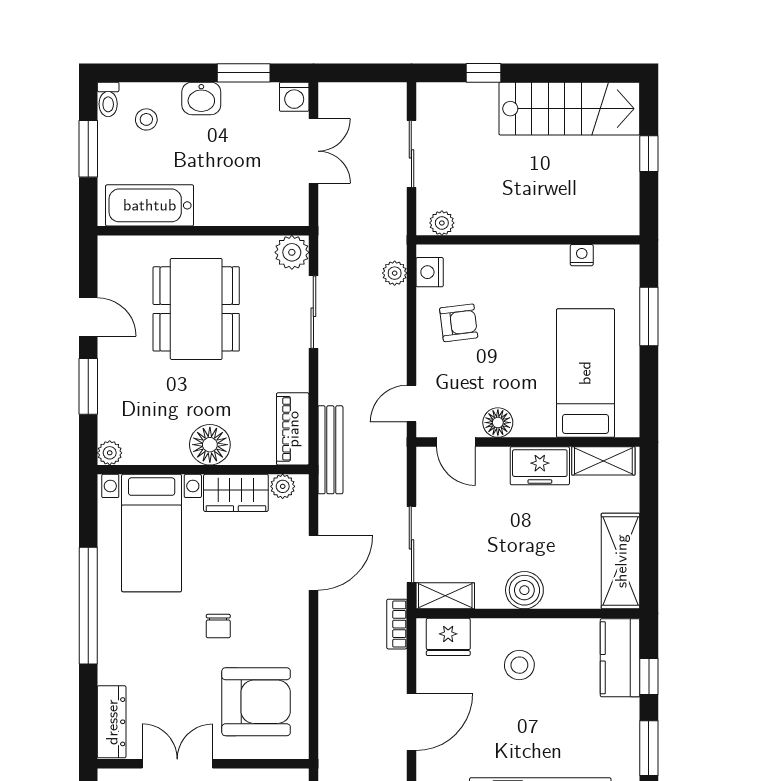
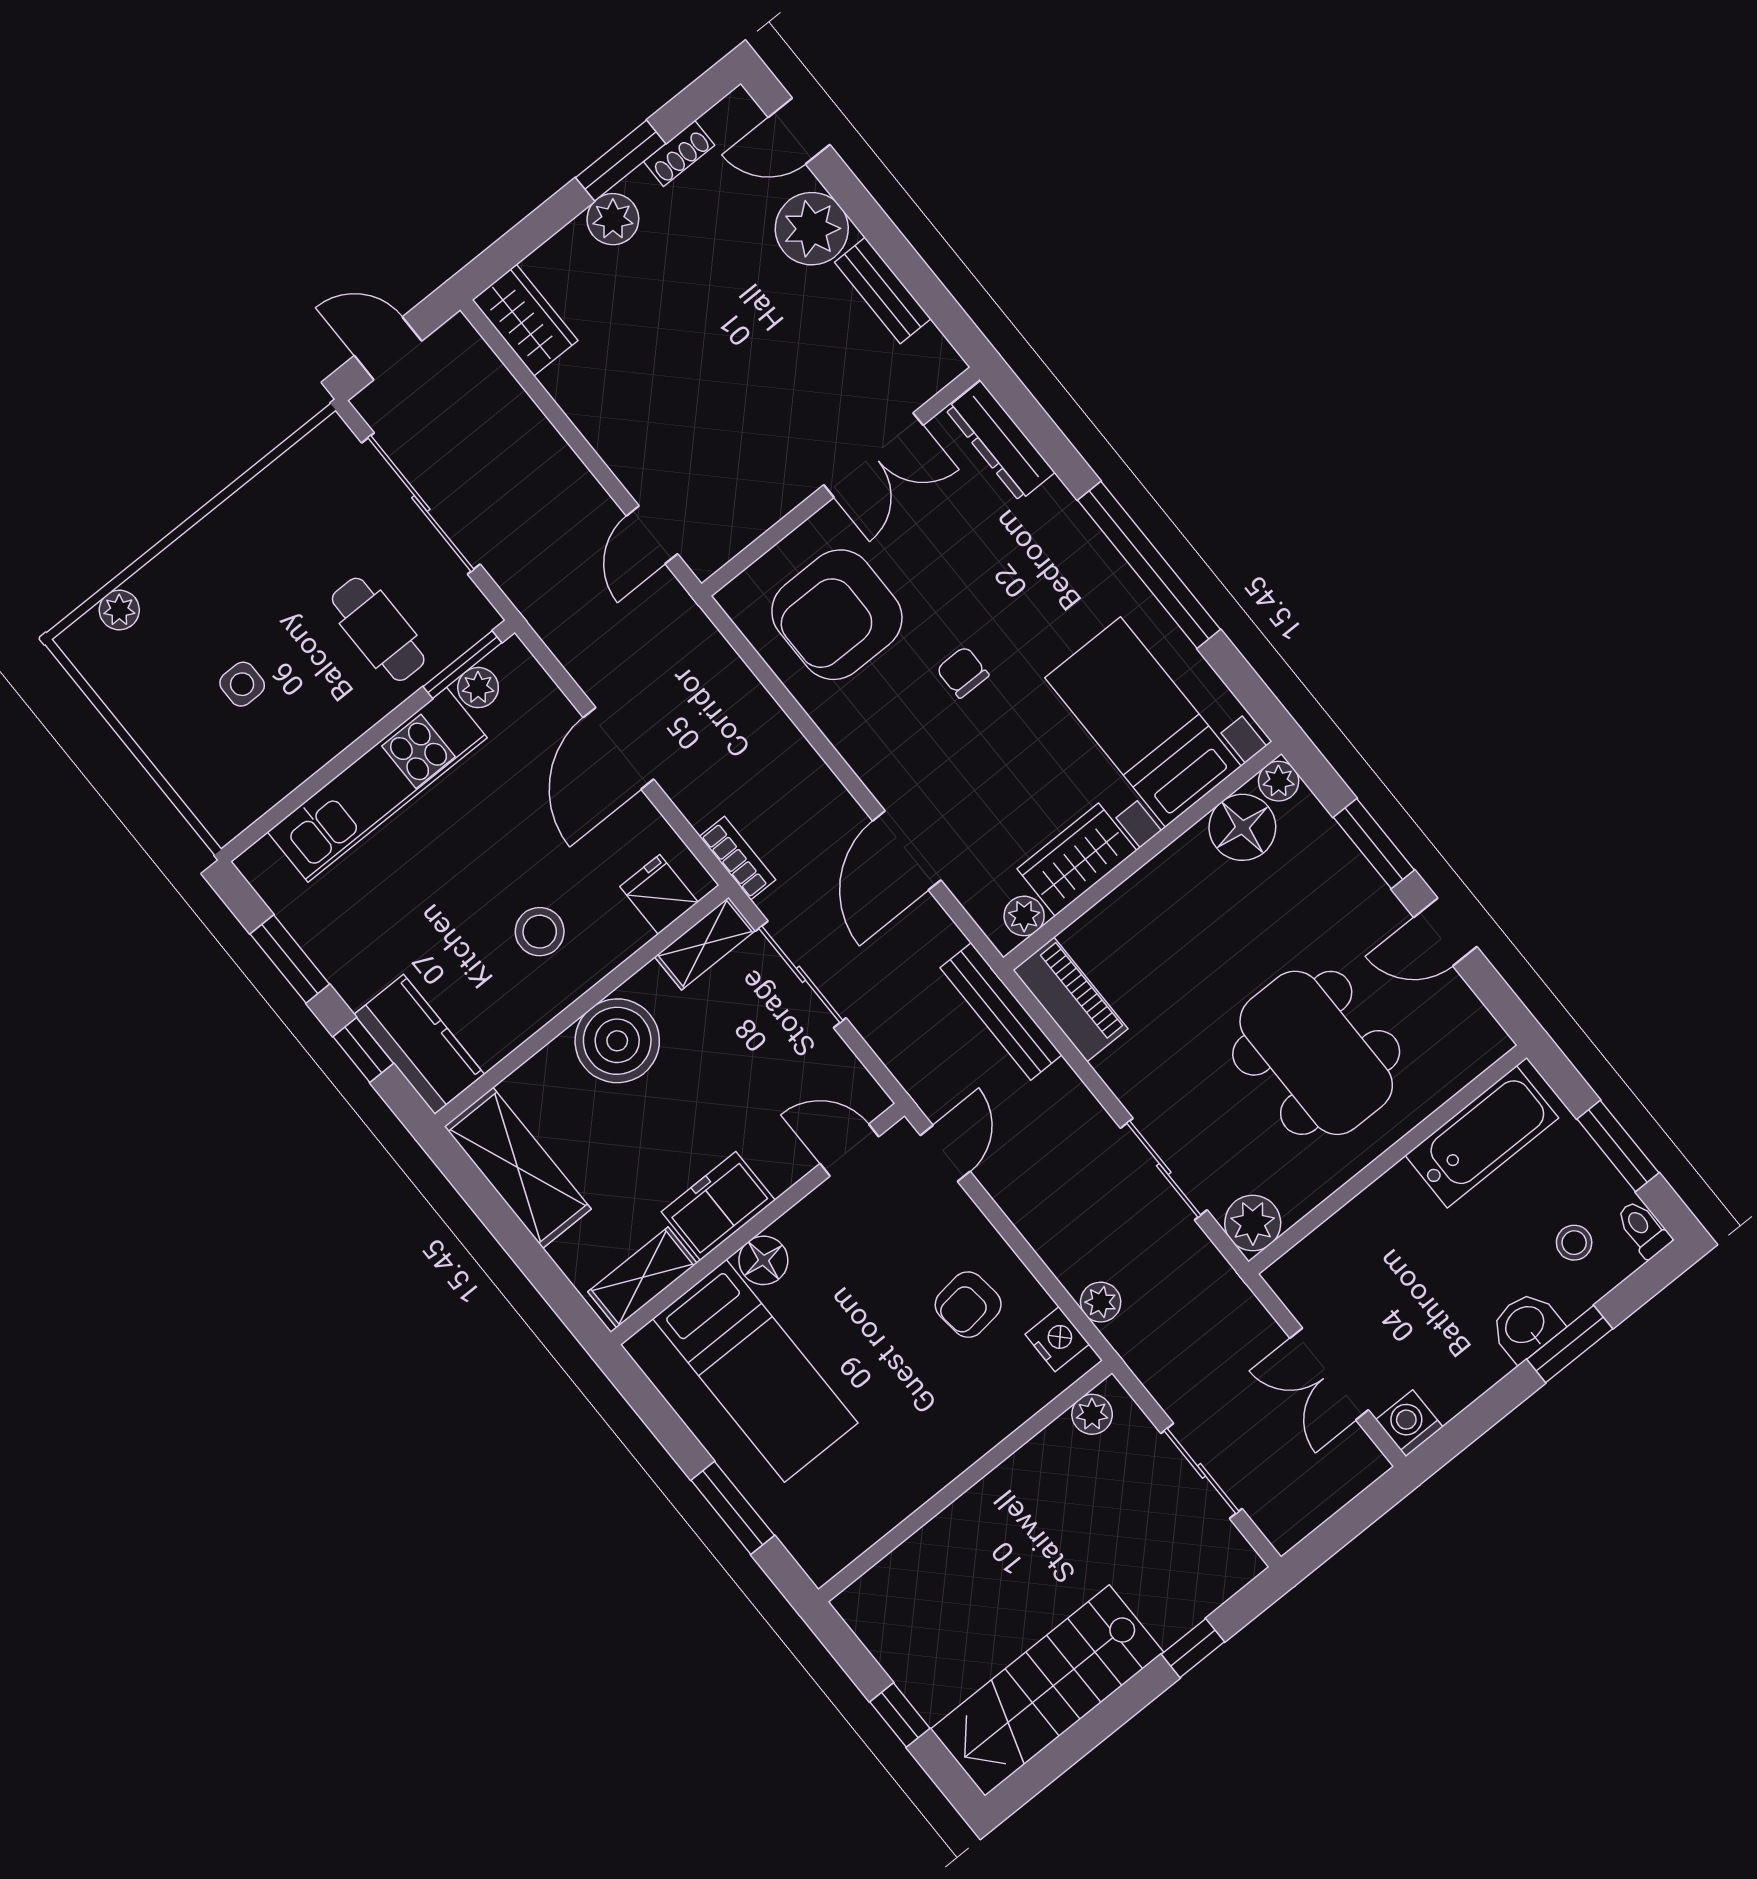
window: (244, 73) -> (1570, 1344), moved
nightstand: (582, 255) -> (881, 1517), removed
floor lamp: (498, 423) -> (763, 1260), moved
floor lamp: (210, 445) -> (1242, 827), moved
boiler: (524, 590) -> (617, 1041), width x1.37, depth x1.37
fridge: (448, 637) -> (659, 894), width x0.72

